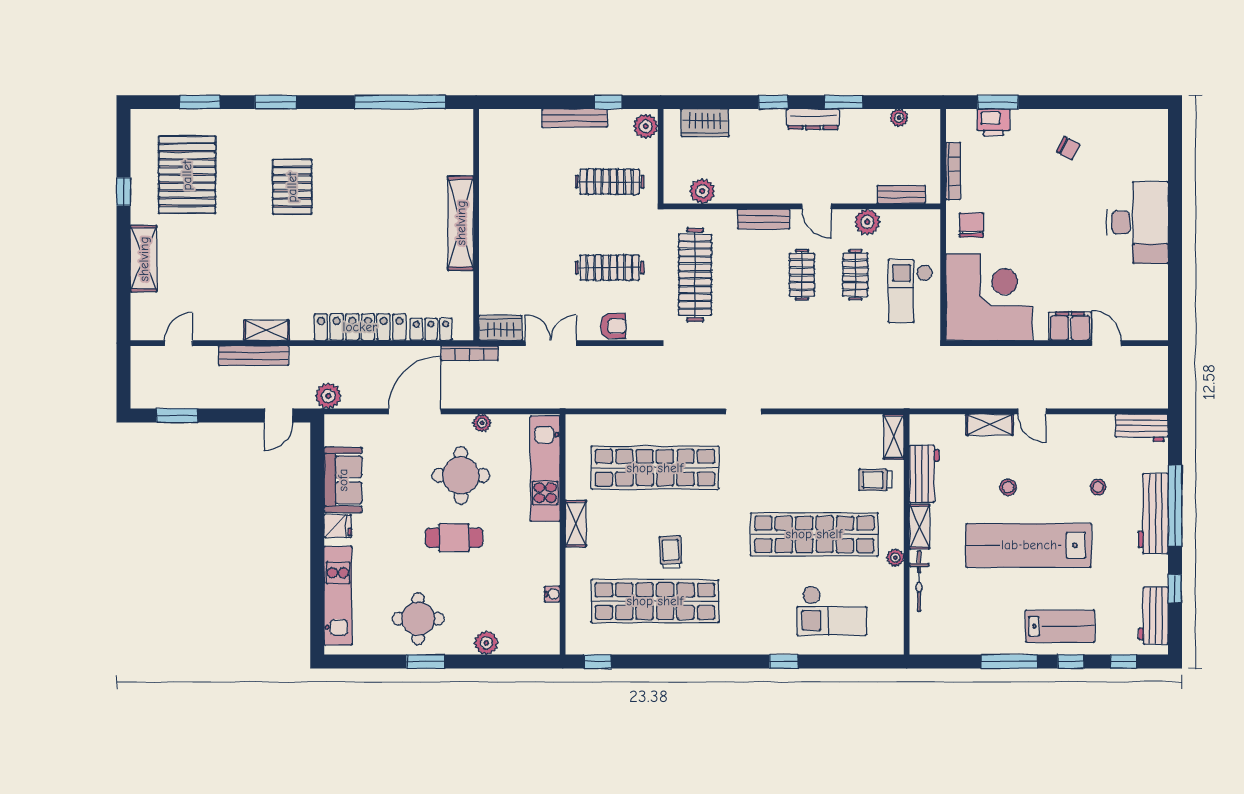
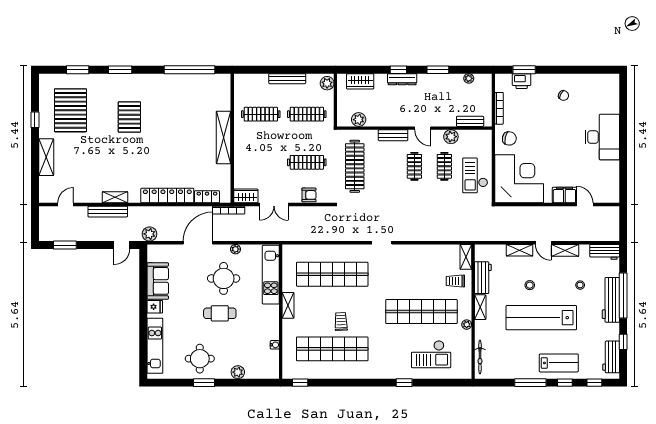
window: (608, 102) -> (306, 70), removed
dresser: (813, 119) -> (402, 79), moved
clothes rail: (527, 182) -> (261, 114), added
chair: (971, 225) -> (509, 138), turned 102
double door: (551, 343) -> (274, 205), swing flipped
shelving: (1071, 425) -> (565, 250), added
bicycle: (919, 581) -> (480, 357), moved

